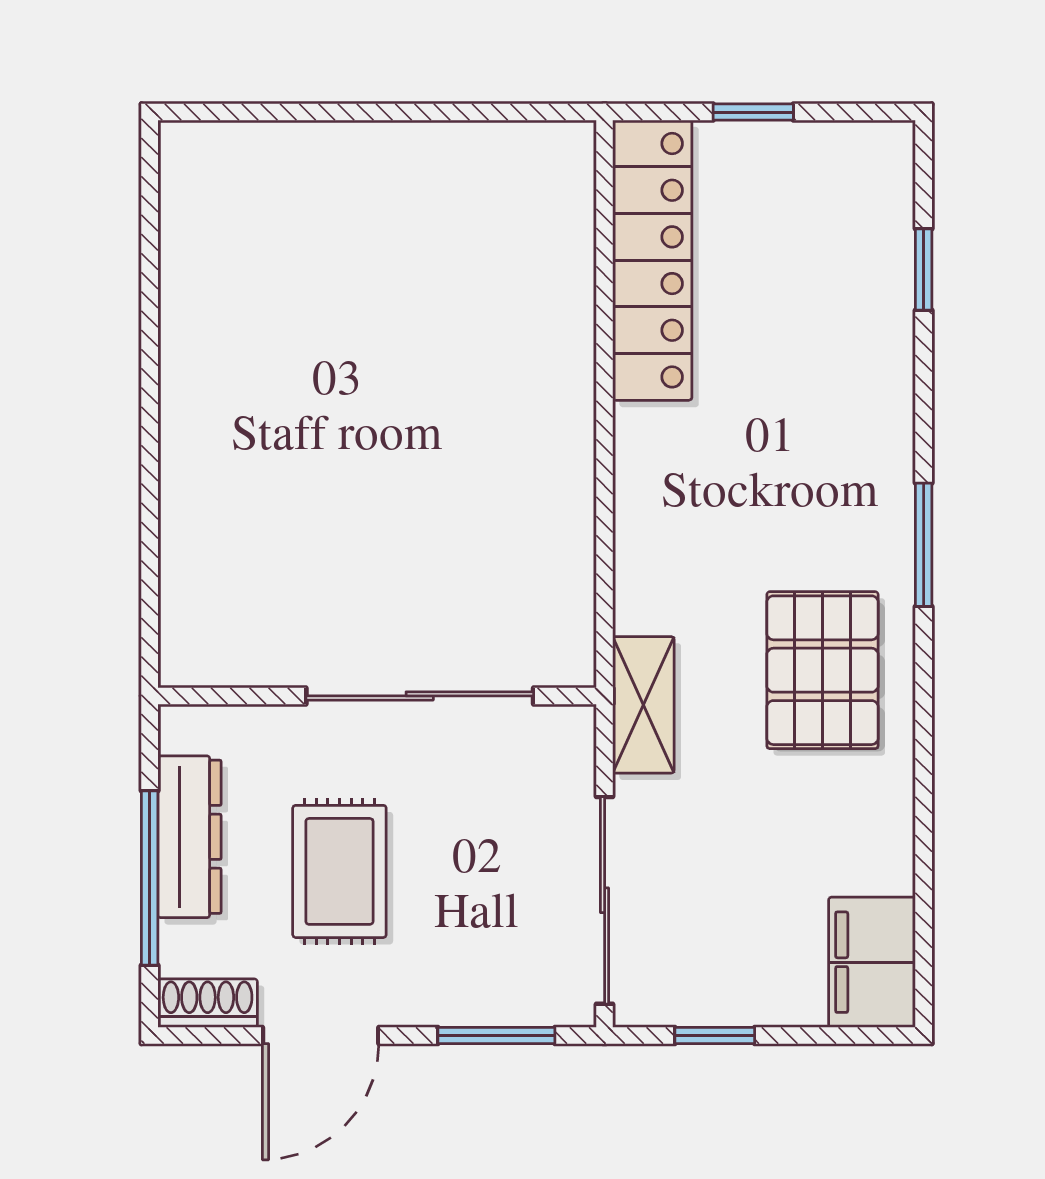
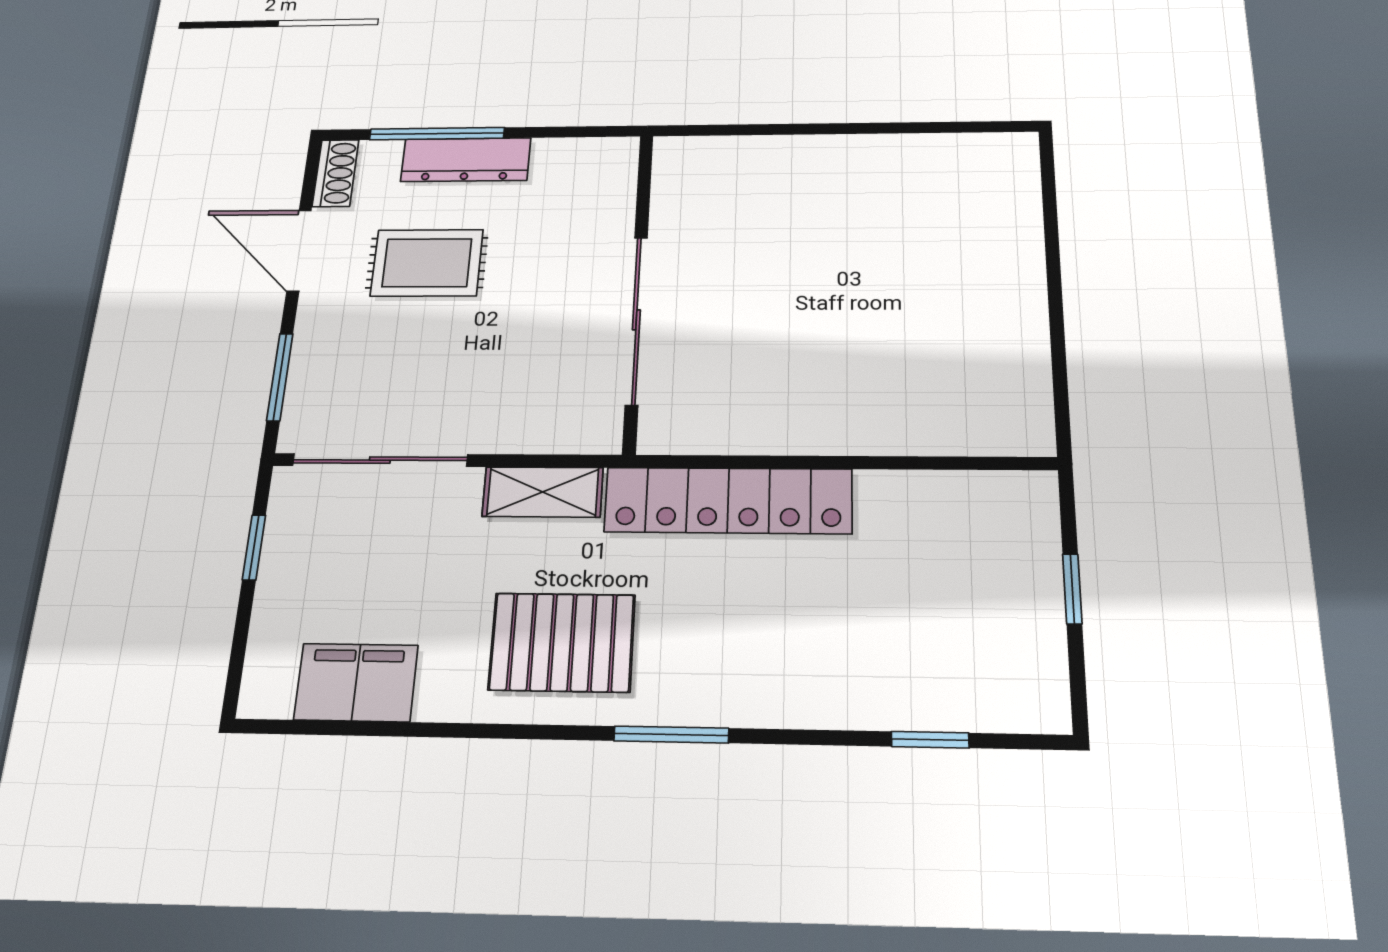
locker: (652, 260) -> (728, 500), moved
wall: (377, 696) -> (638, 289), moved
sliding door: (420, 696) -> (636, 320), moved
filing cabinet: (872, 962) -> (356, 682), moved

